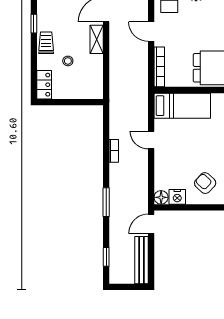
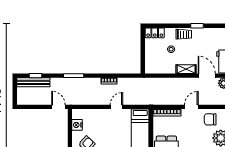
floor lamp: (161, 197) -> (77, 114), removed
bench: (142, 260) -> (33, 82), moved

